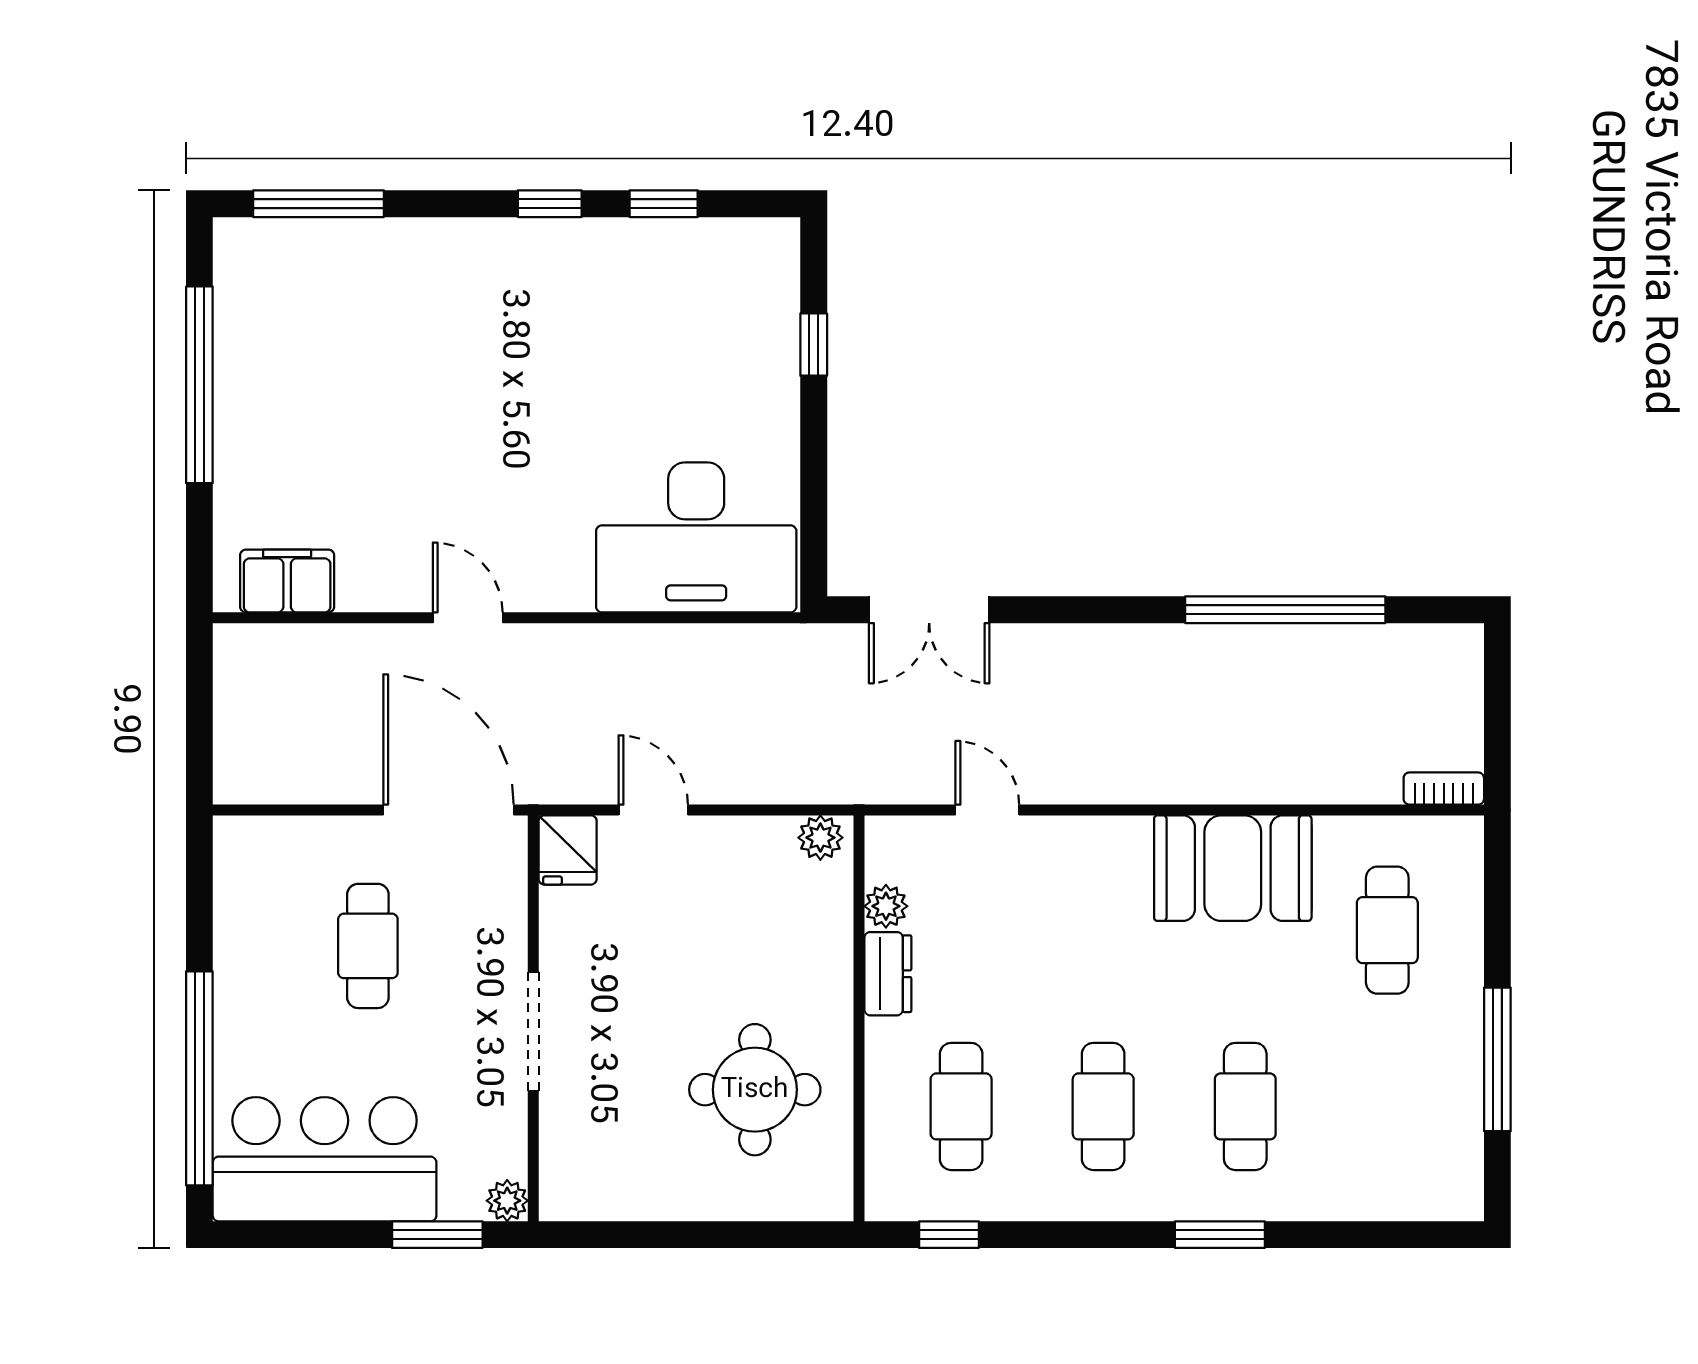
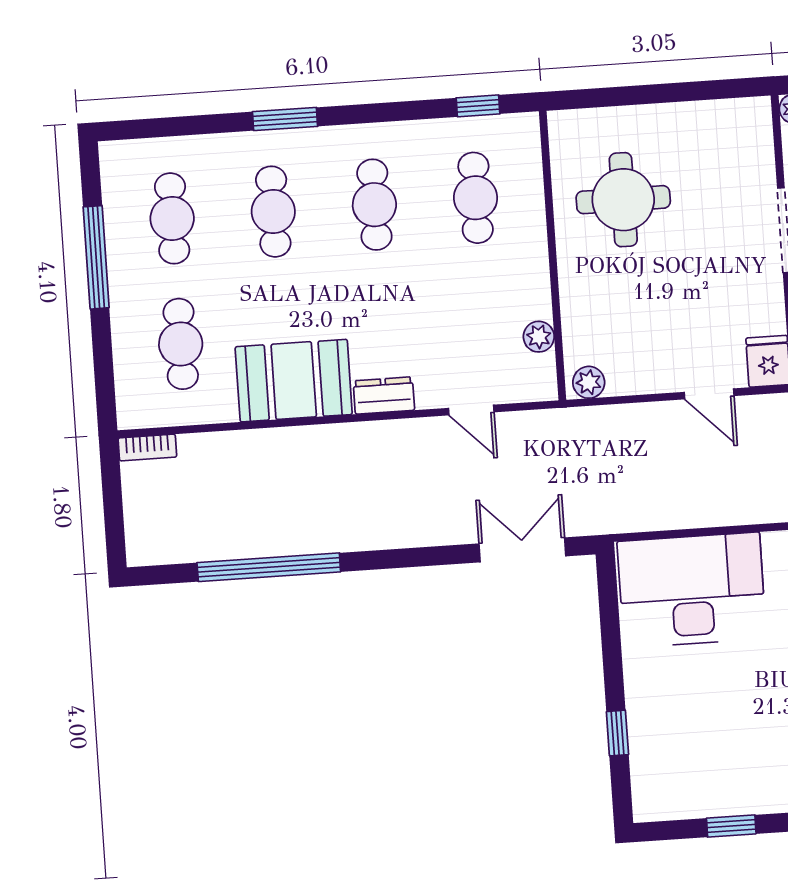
dresser: (888, 974) -> (384, 395), moved, turned 90
cafe table: (1387, 1106) -> (172, 218), added

